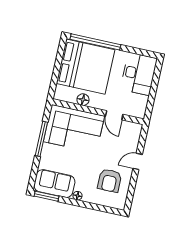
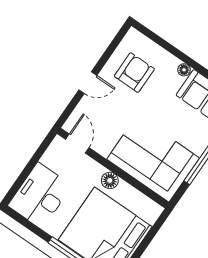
floor lamp: (83, 100) -> (110, 180), moved
door: (114, 115) -> (77, 144), moved

